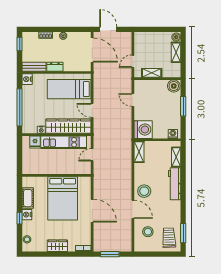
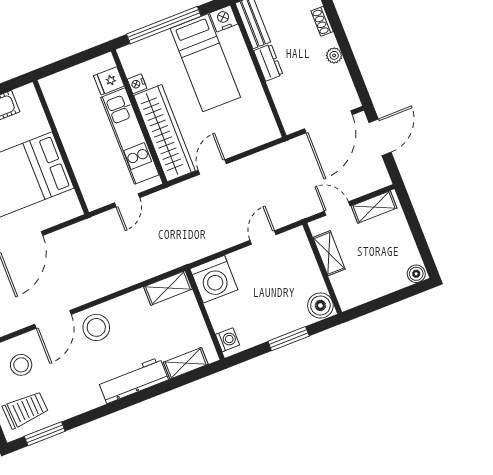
shelving: (176, 52) -> (374, 207), moved
bed: (69, 89) -> (205, 63), moved, turned 180
door: (92, 155) -> (127, 200), swing flipped

